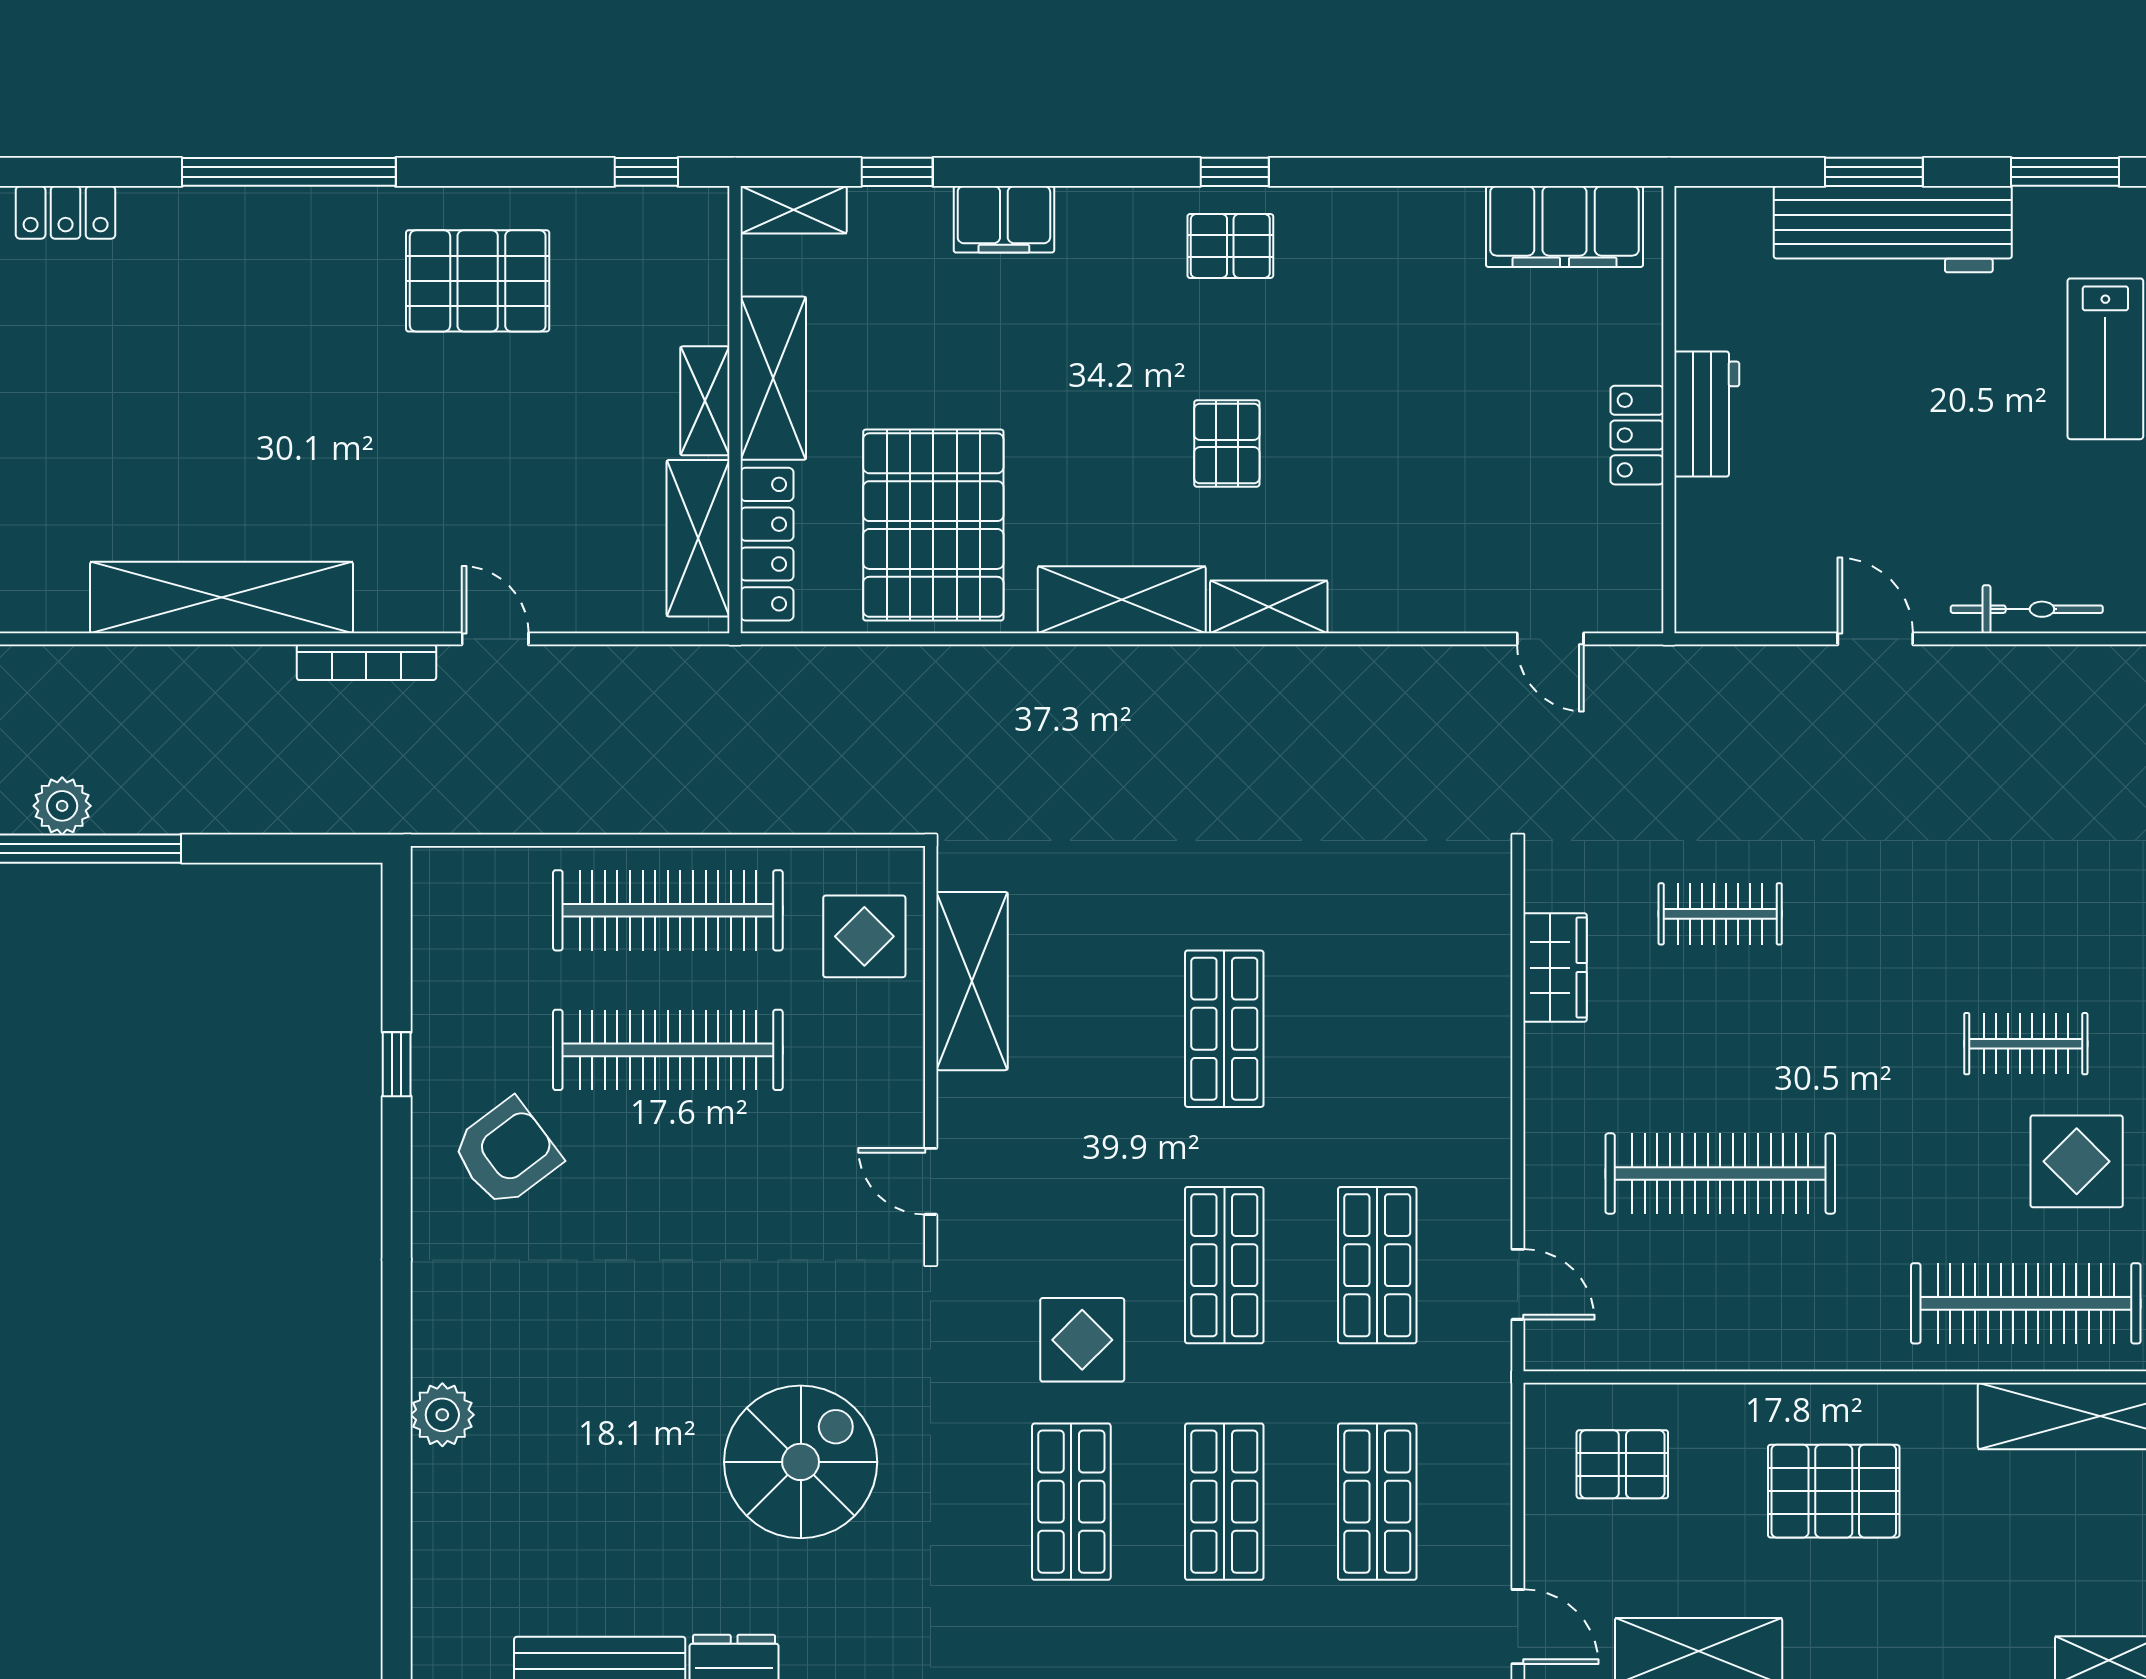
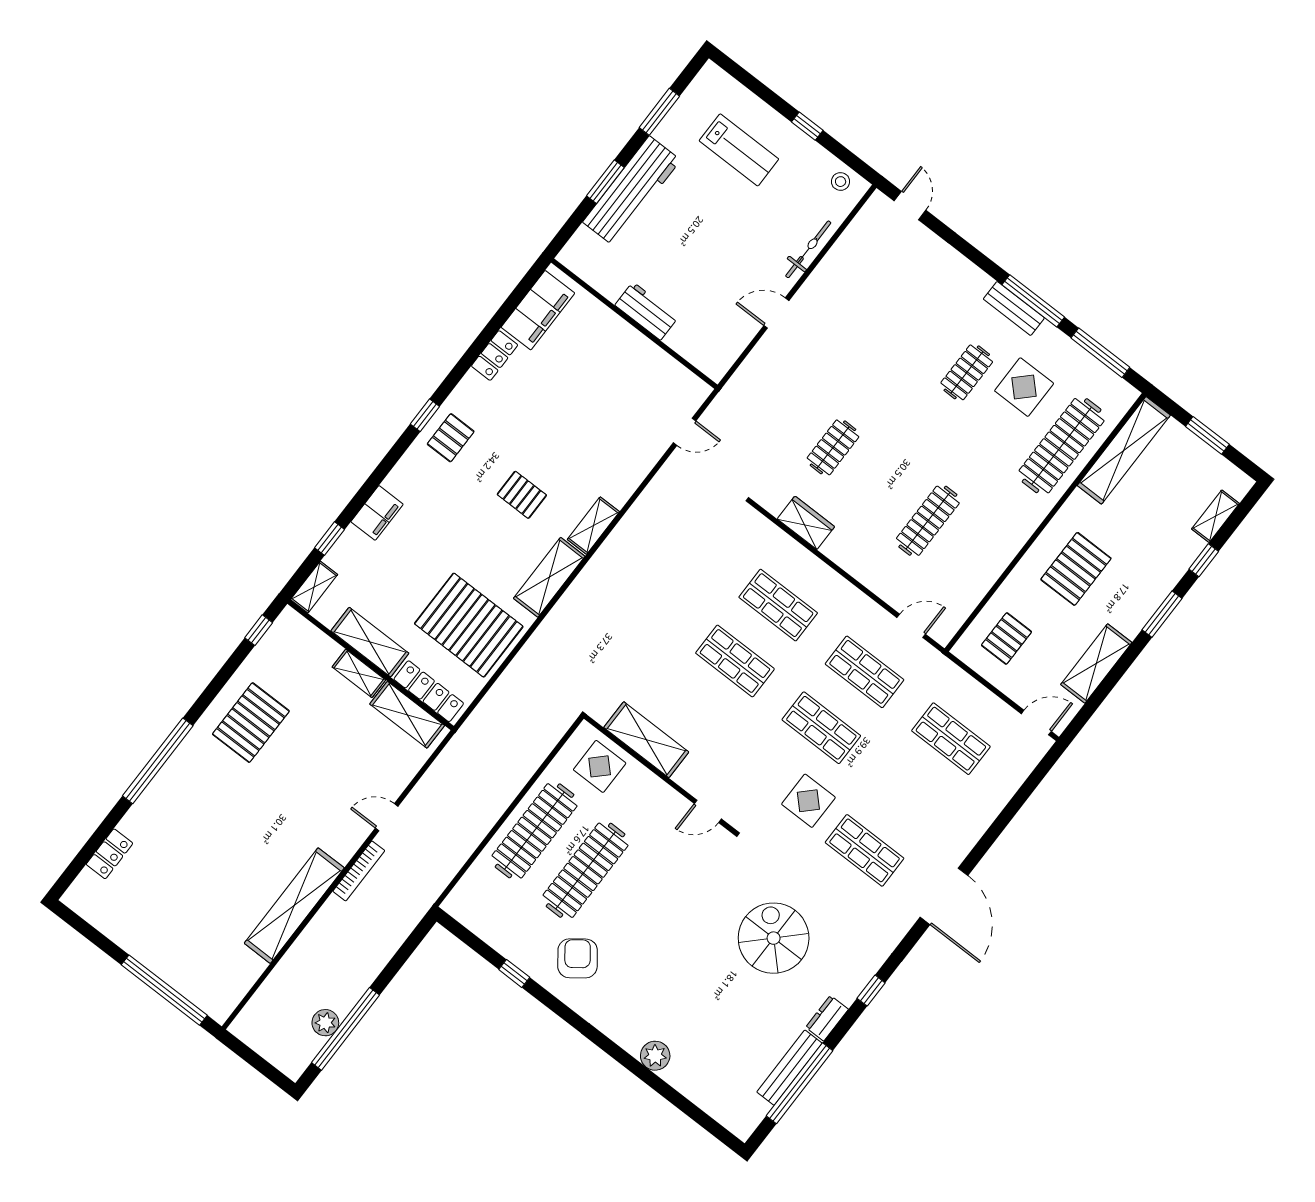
locker: (1637, 435) -> (495, 356), moved, turned -90
clothes rail: (1720, 1174) -> (928, 521), width x0.73, depth x0.76
shop shelf: (1224, 1502) -> (778, 605), moved

